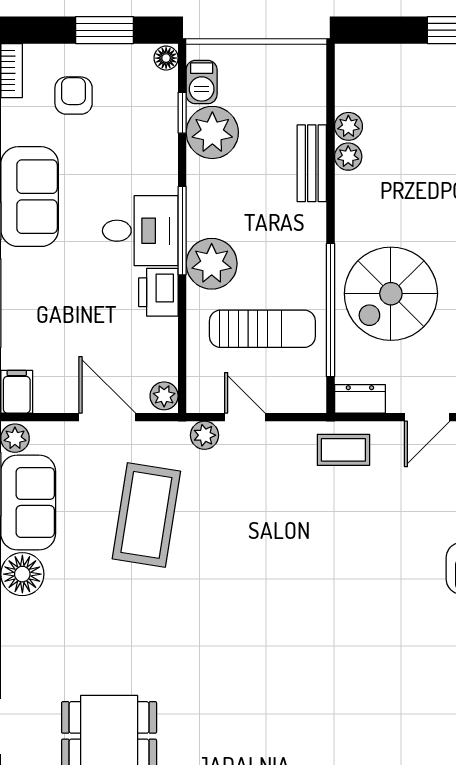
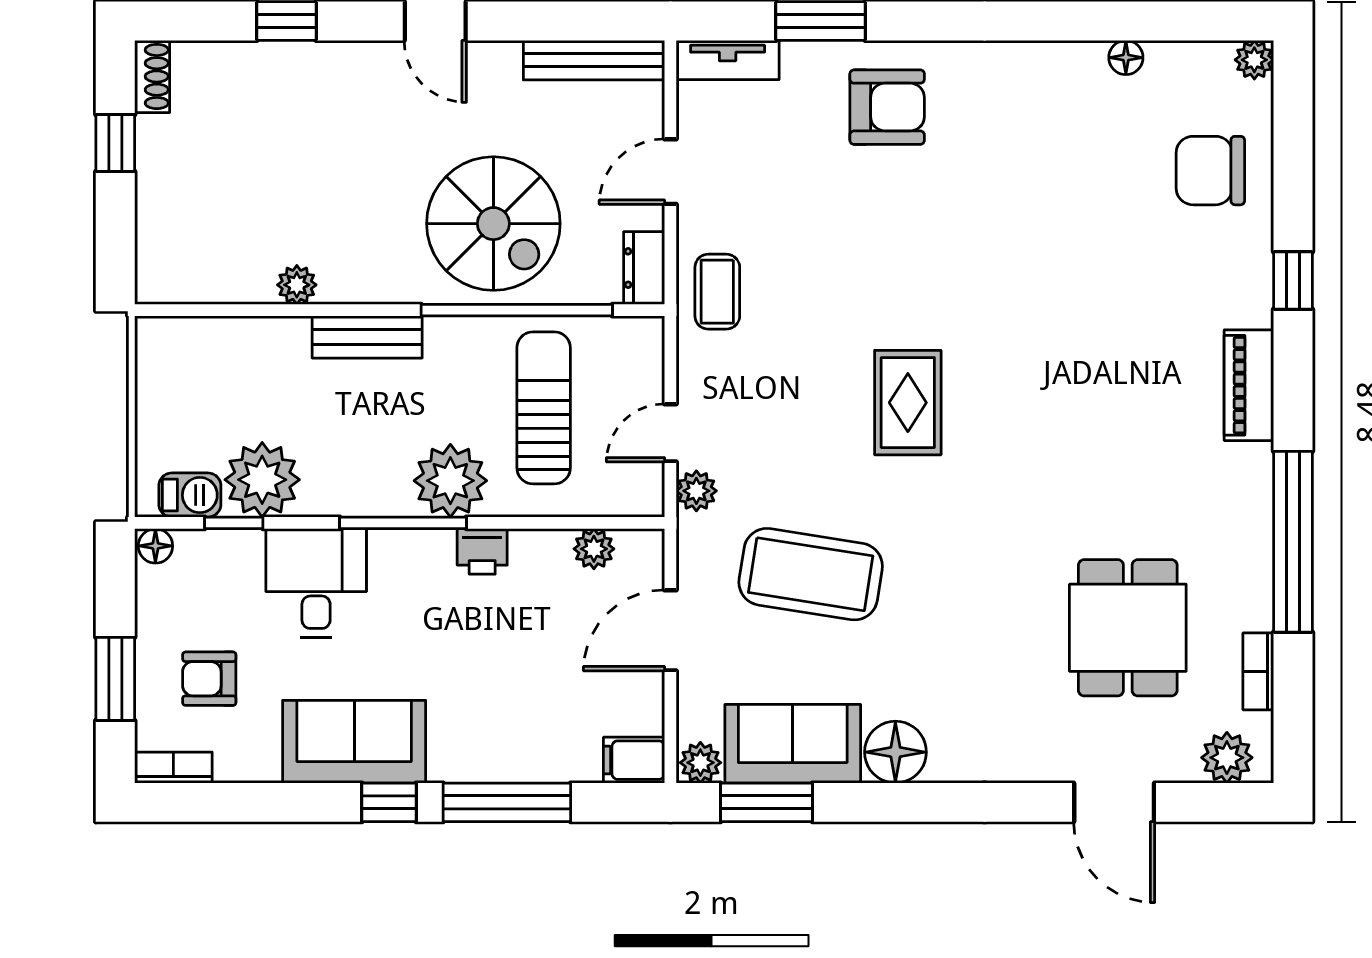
window: (104, 30) -> (115, 679), moved
plant: (348, 126) -> (253, 284), removed
bench: (312, 163) -> (367, 337), moved
desk: (140, 231) -> (316, 583), moved
printer: (158, 292) -> (482, 551), width x0.73, depth x0.81
plant: (164, 396) -> (594, 549), moved
door: (427, 417) -> (670, 172), swing flipped
rug: (266, 583) -> (908, 403), added

